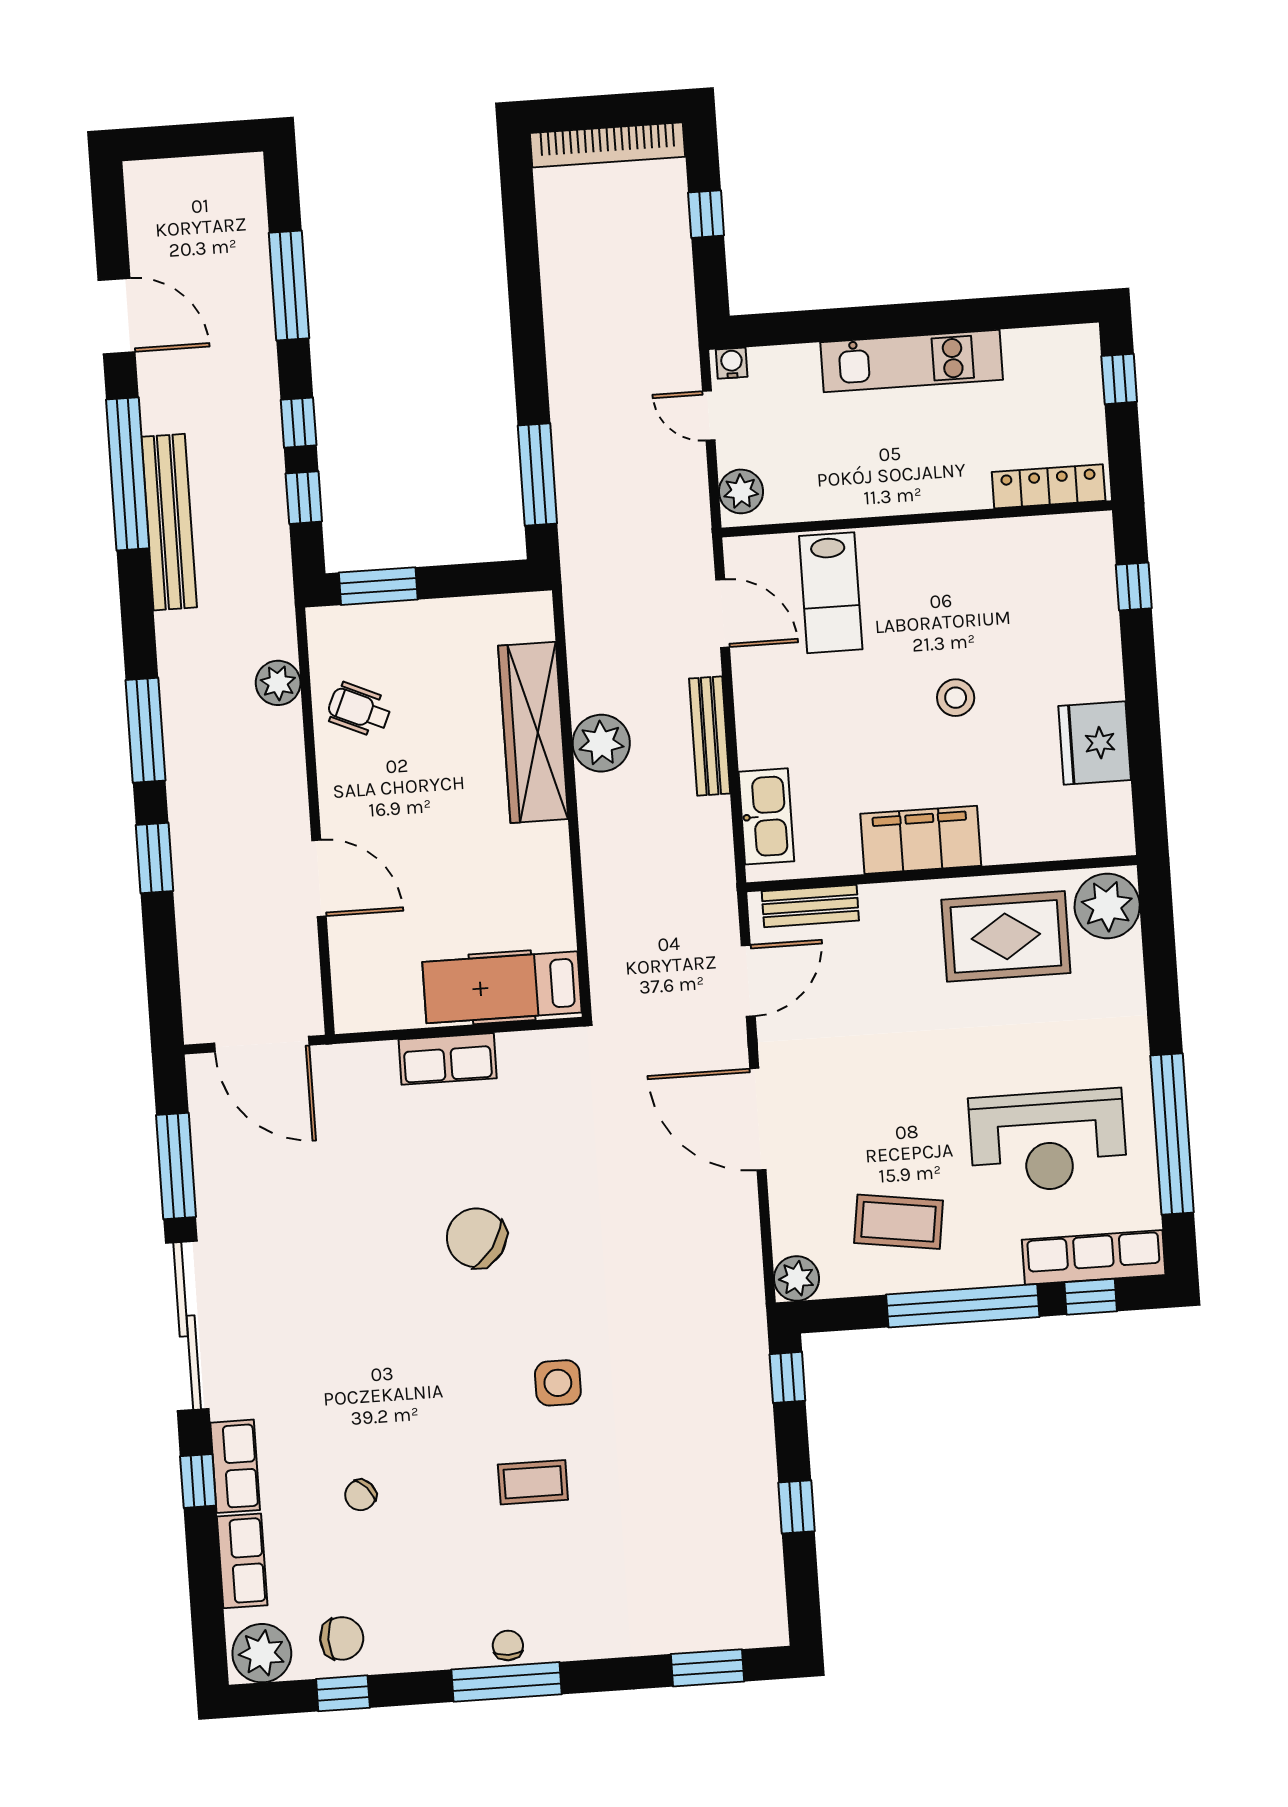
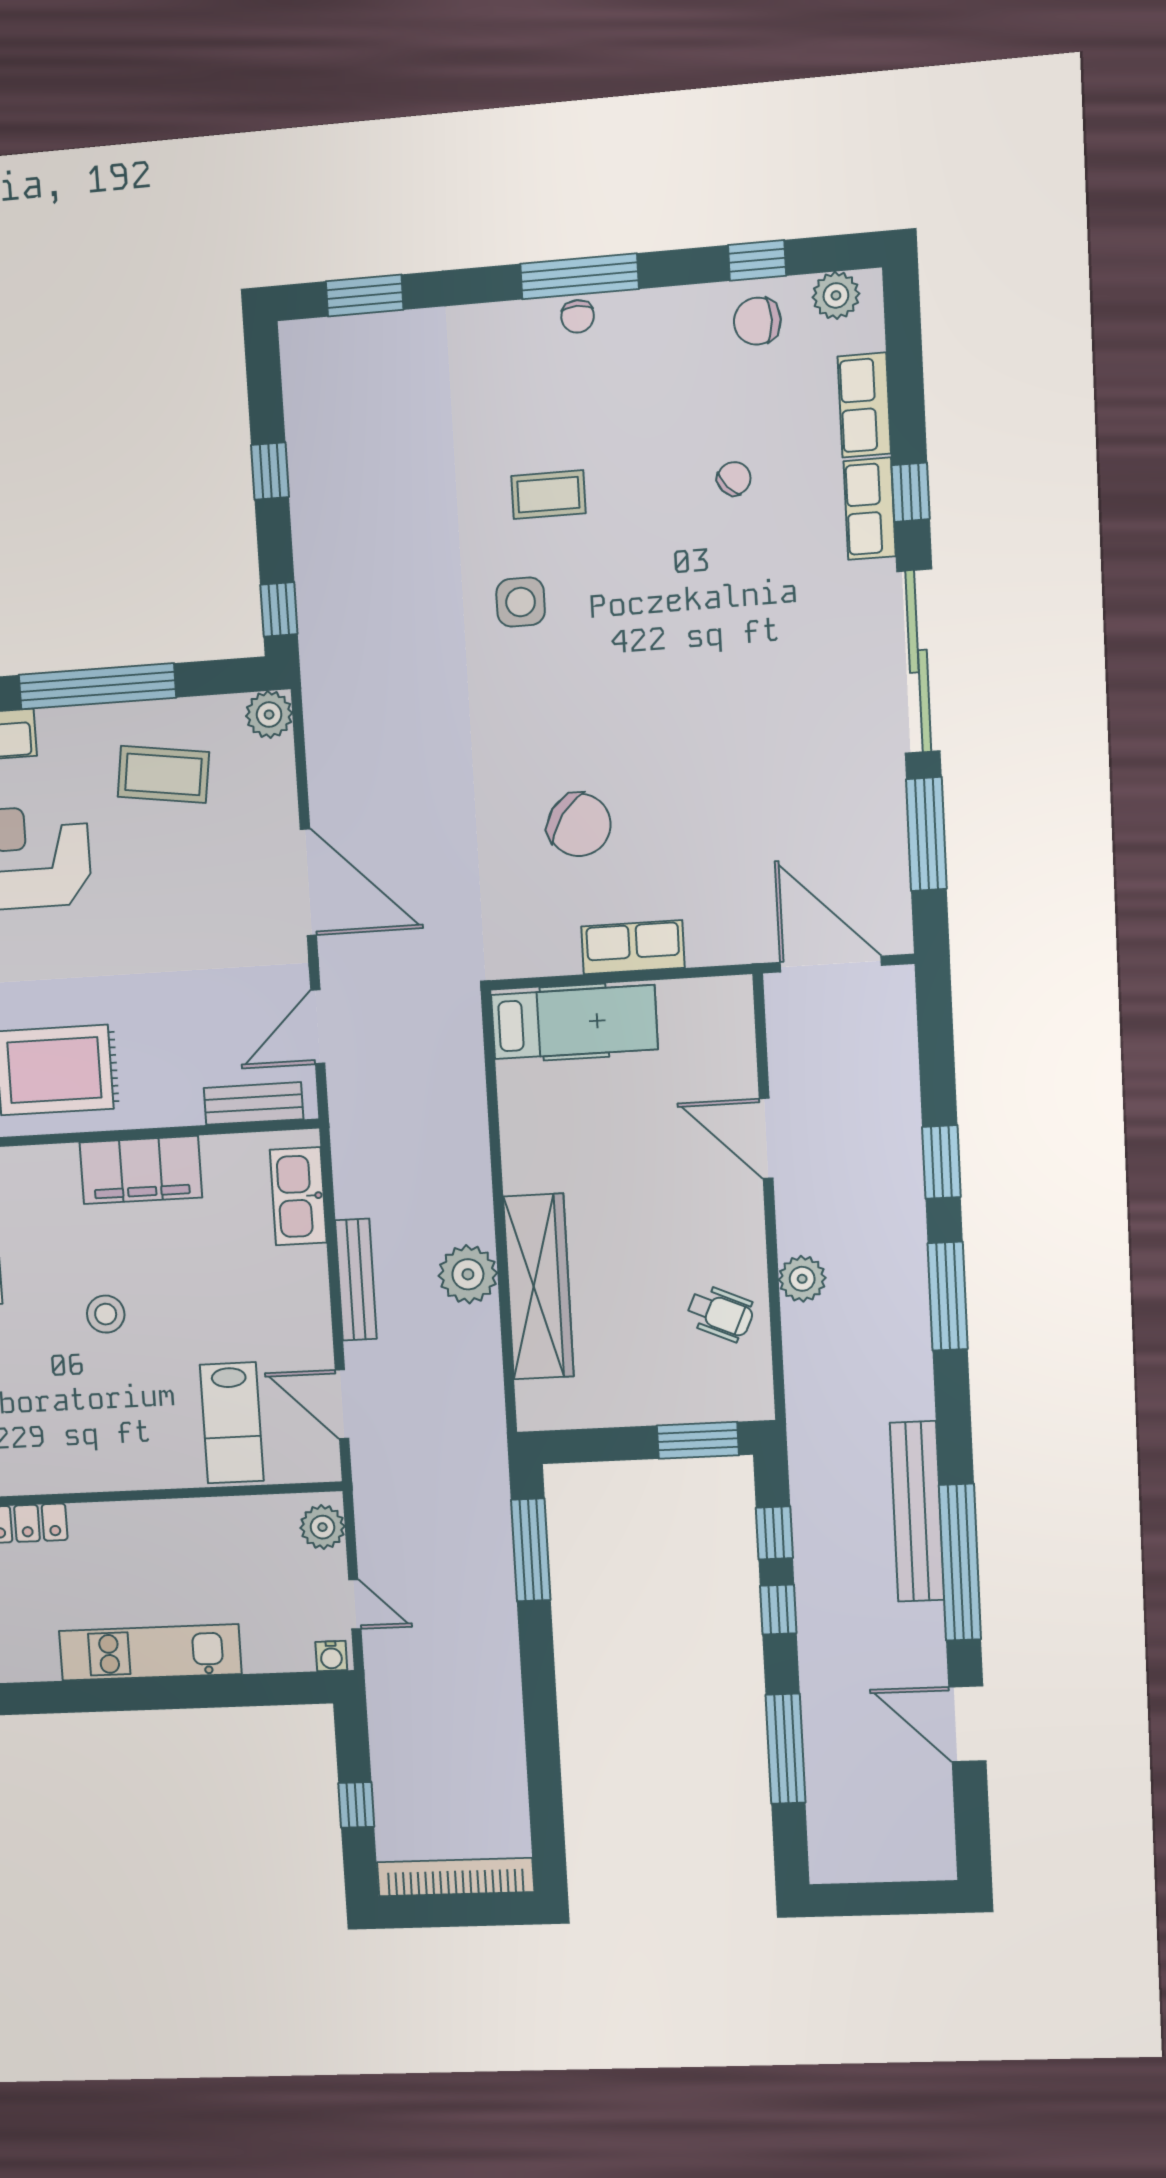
lab bench: (831, 593) -> (232, 1423), turned 180
plant: (278, 683) -> (802, 1279), moved
chair: (476, 1238) -> (579, 825), moved
plant: (262, 1653) -> (836, 295), width x0.73, depth x0.73

